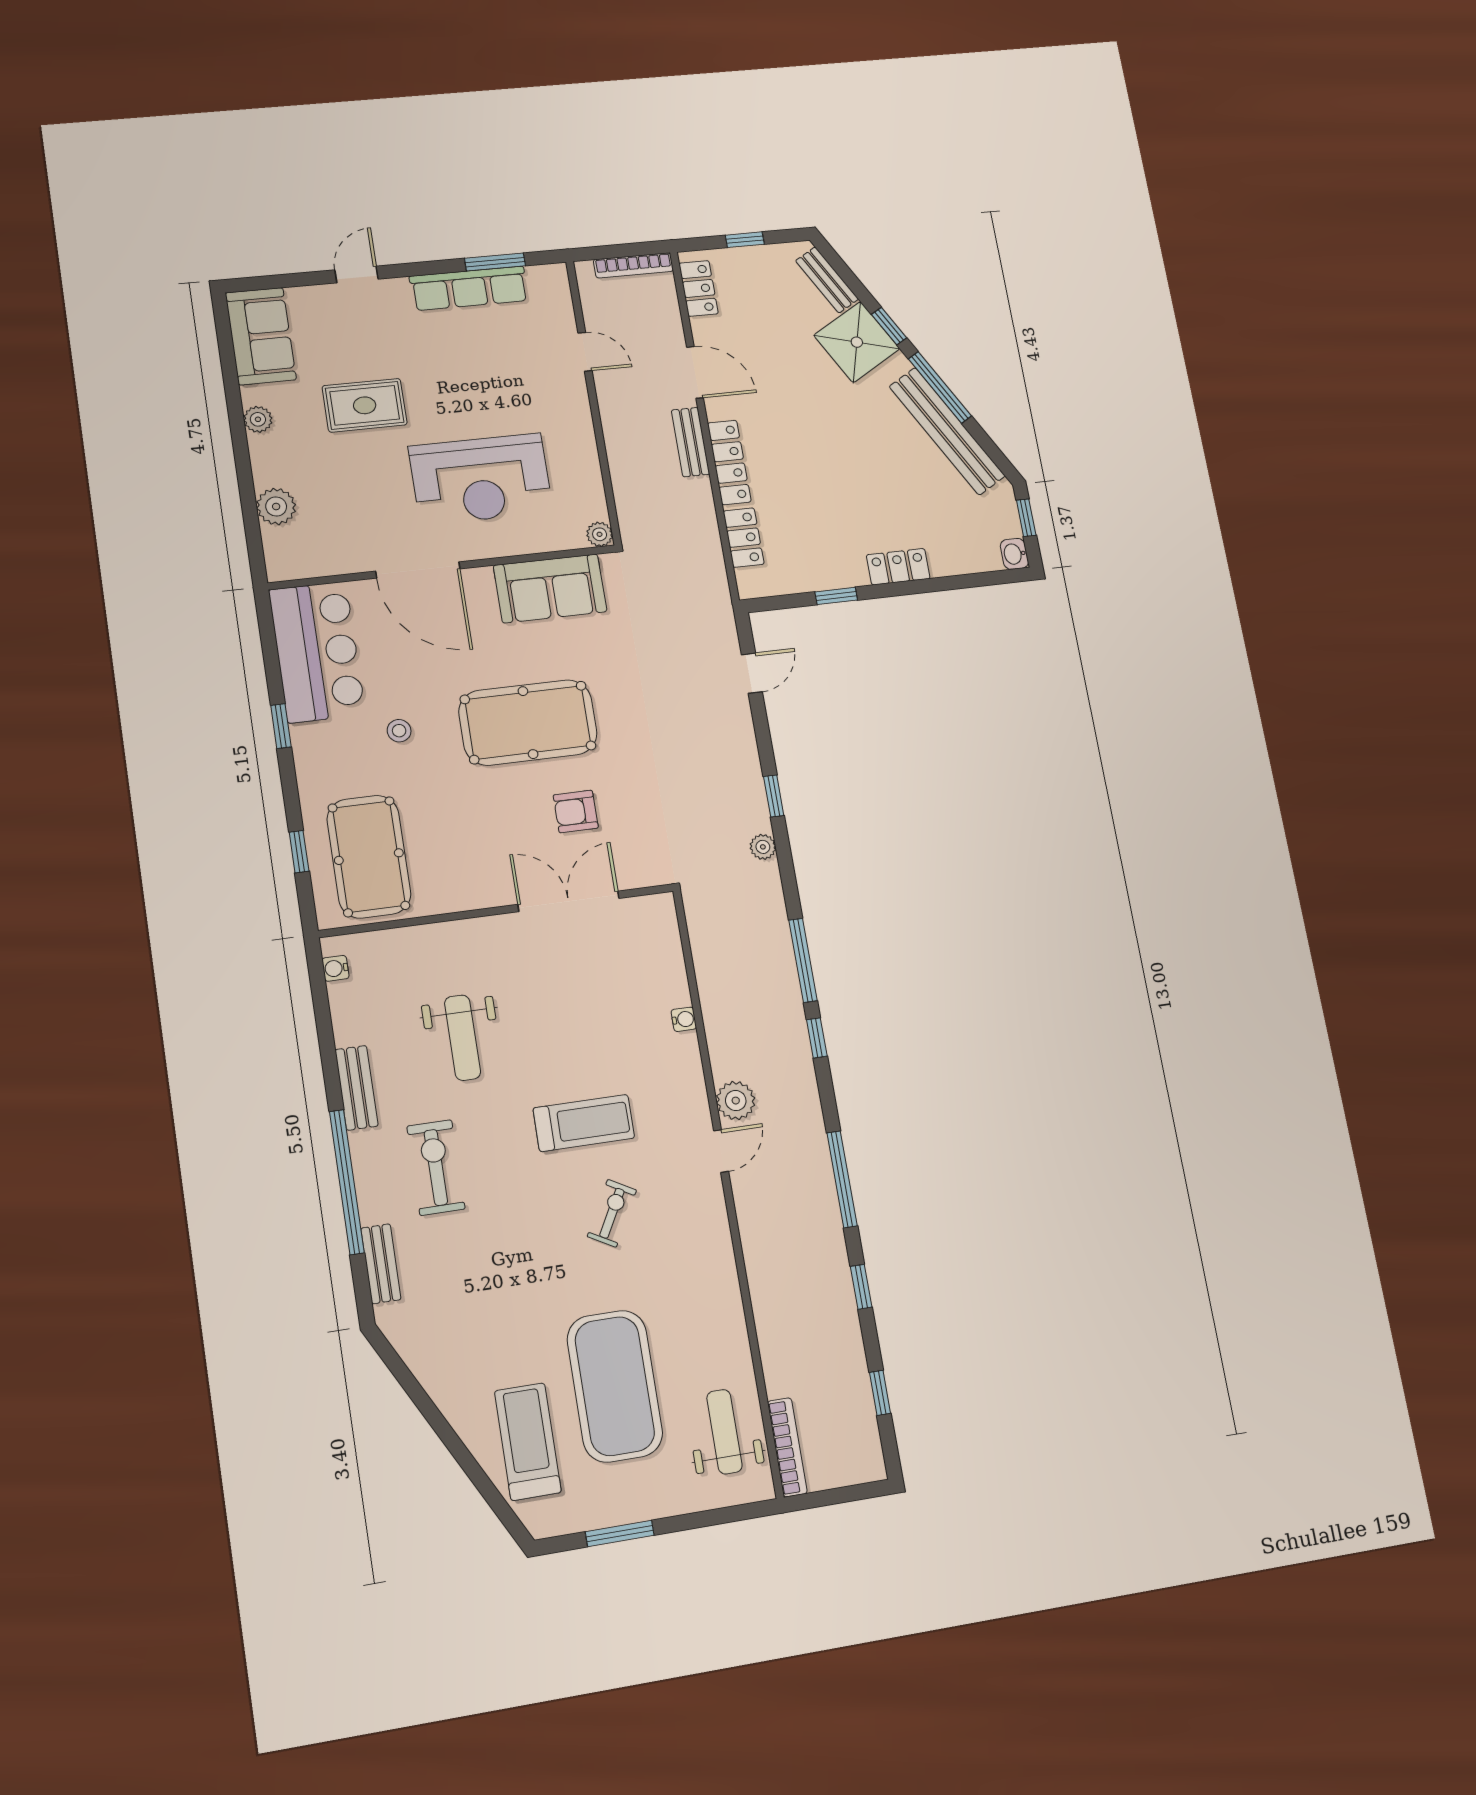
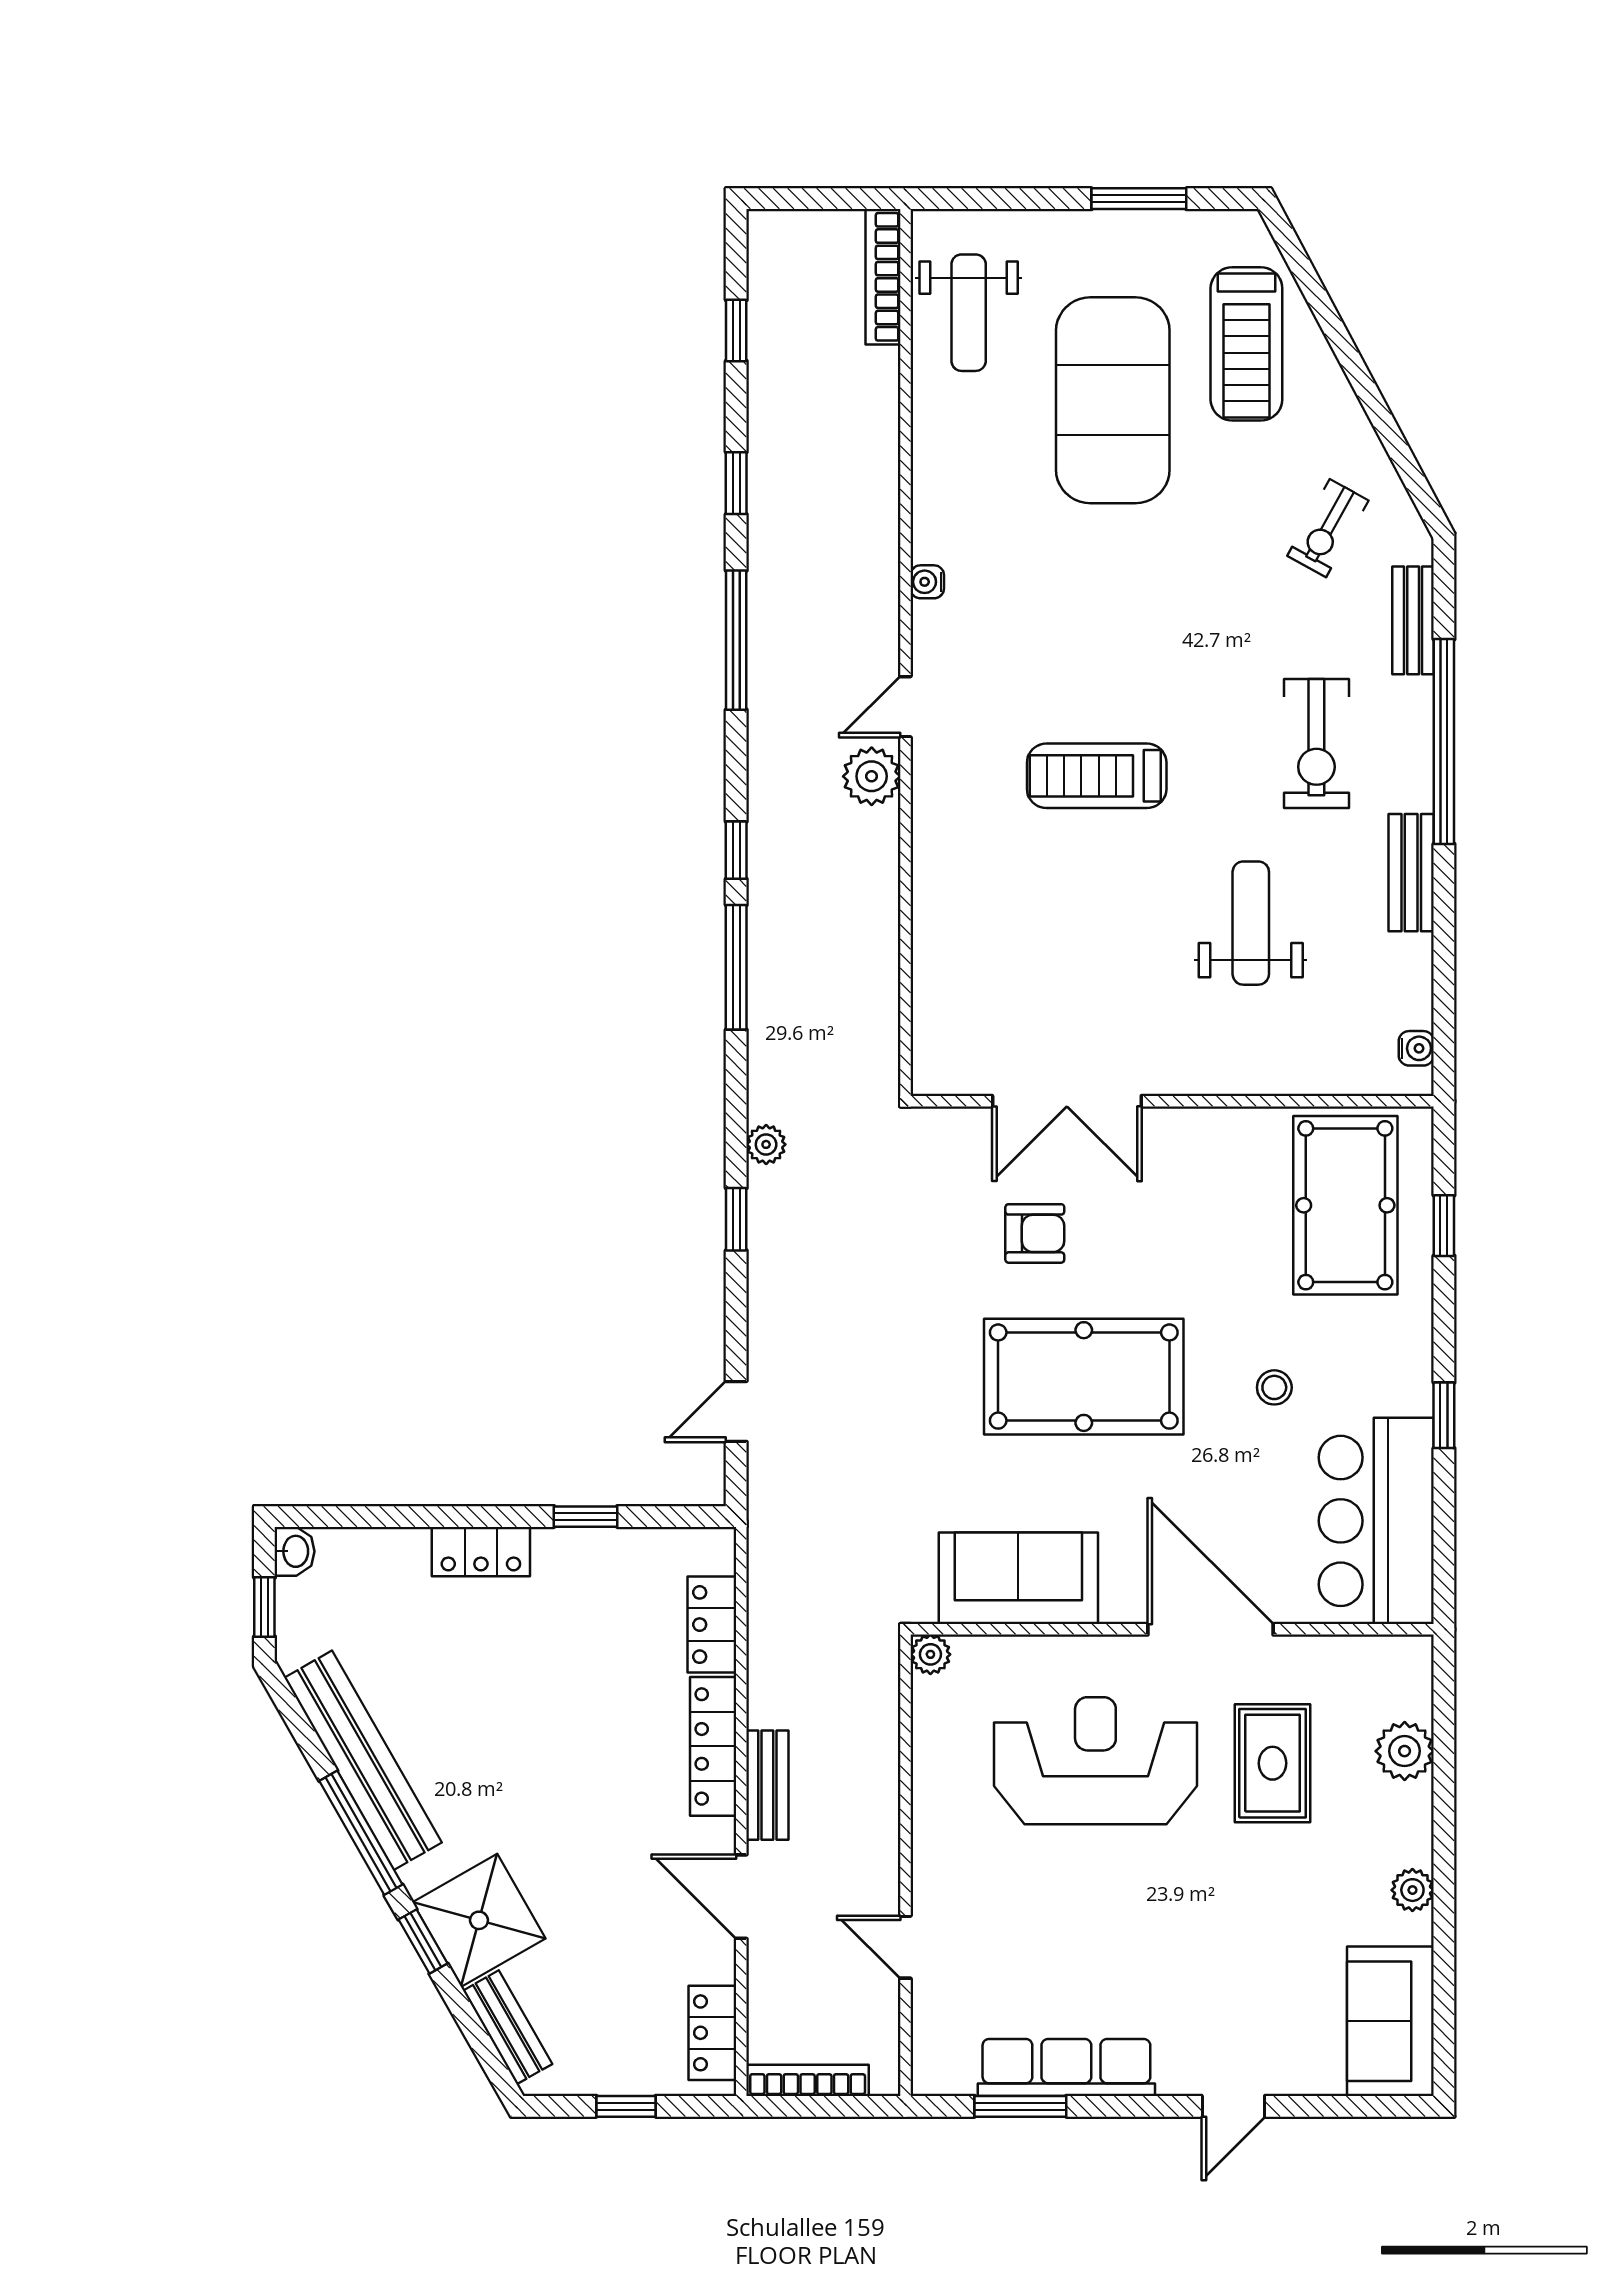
rug: (365, 405) -> (1272, 1763), moved, turned 90
water cooler: (684, 1019) -> (927, 582), moved
exercise bike: (612, 1213) -> (1328, 528), moved

